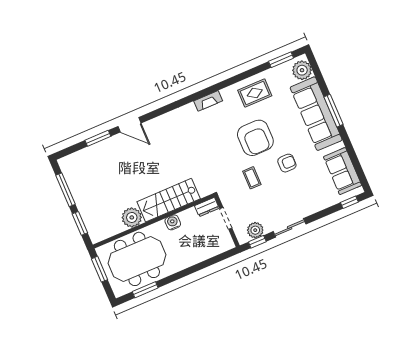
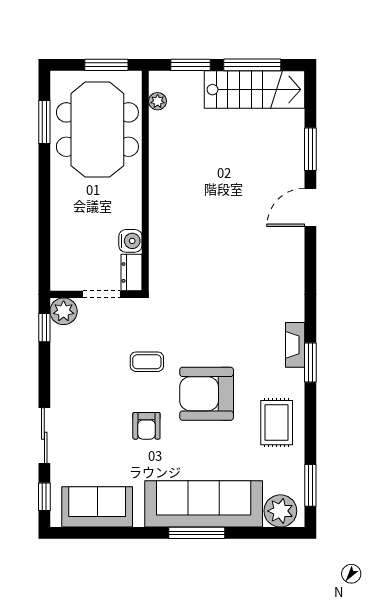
window: (214, 88) -> (310, 363), added
stairs: (169, 200) -> (255, 90), moved, turned 90
plant: (132, 217) -> (158, 101), moved, width x0.53, depth x0.53
water cooler: (173, 222) -> (130, 241), moved
sliding door: (290, 228) -> (44, 436), moved
plant: (255, 230) -> (64, 311), moved

